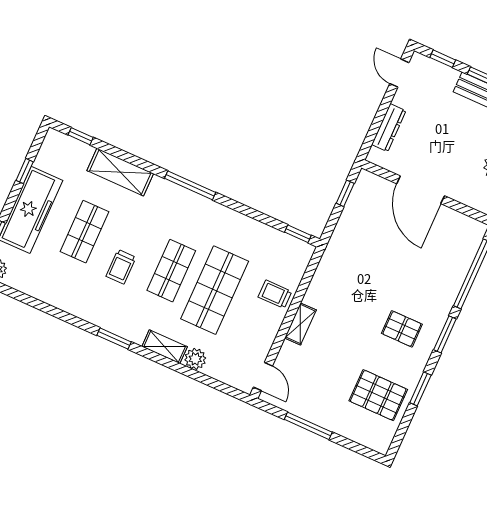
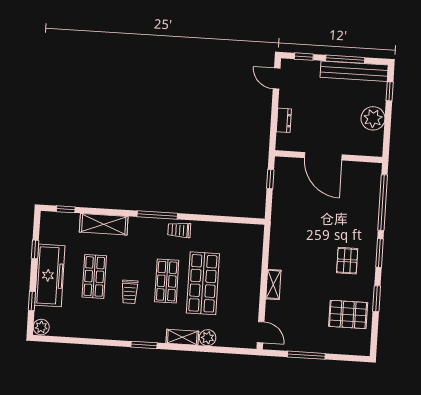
dresser: (389, 128) -> (284, 120), width x0.70
window: (298, 234) -> (247, 221), removed
trolley: (275, 294) -> (179, 230), moved
pallet: (402, 329) -> (347, 261), turned 90

